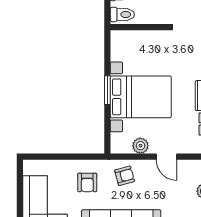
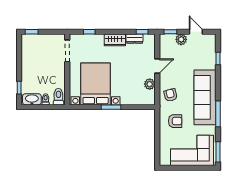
bed with nightstands: (141, 97) -> (96, 84), moved

